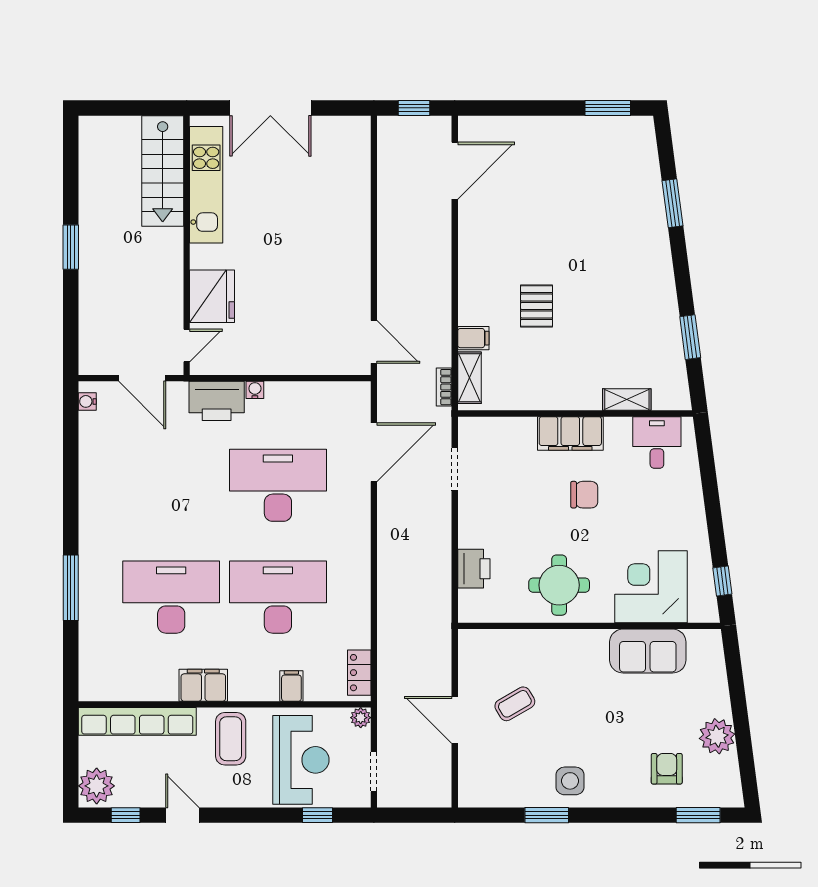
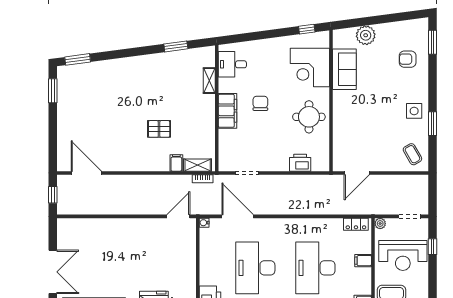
window: (672, 203) -> (78, 59), moved
water cooler: (255, 390) -> (204, 223), moved
coffee table: (515, 704) -> (412, 154), moved
door: (455, 720) -> (357, 173), moved
plant: (717, 736) -> (366, 35), moved
reception desk: (301, 760) -> (403, 256), turned 180

